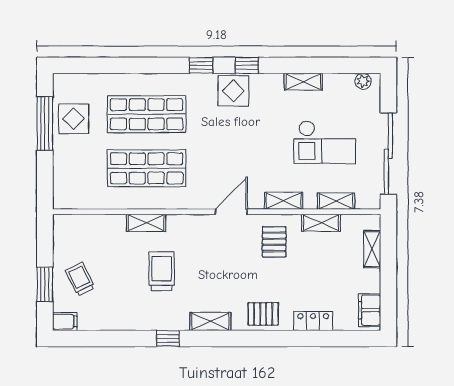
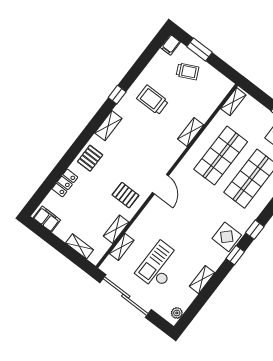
shelving: (284, 201) -> (233, 102), moved
trolley: (162, 271) -> (153, 100), moved, turned 180

